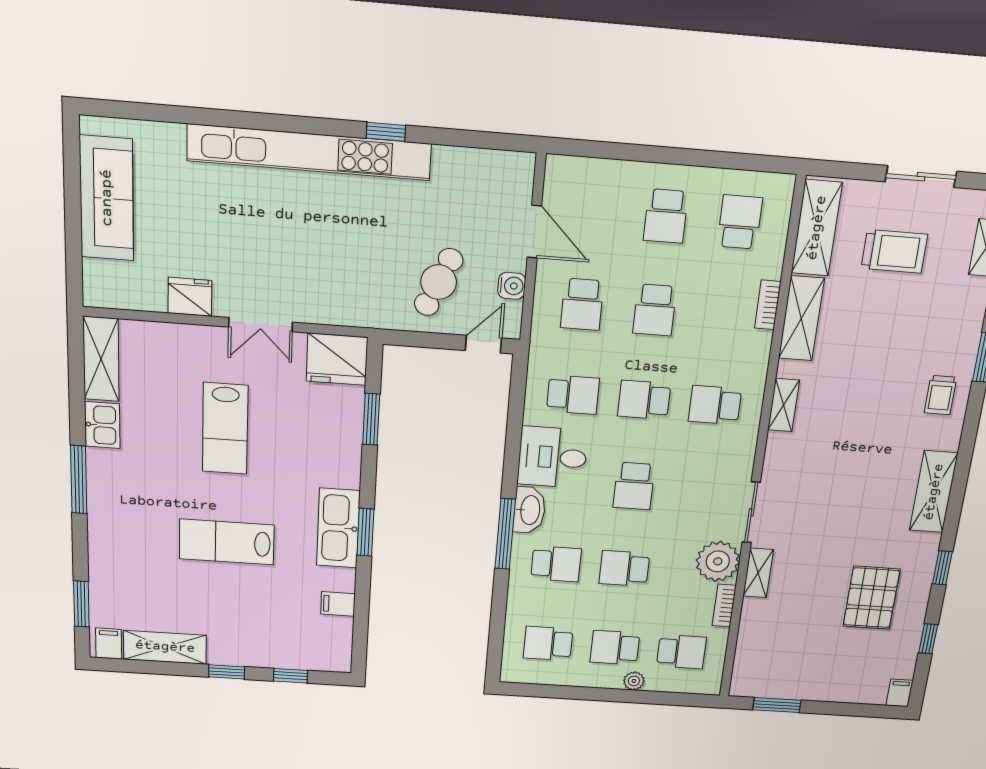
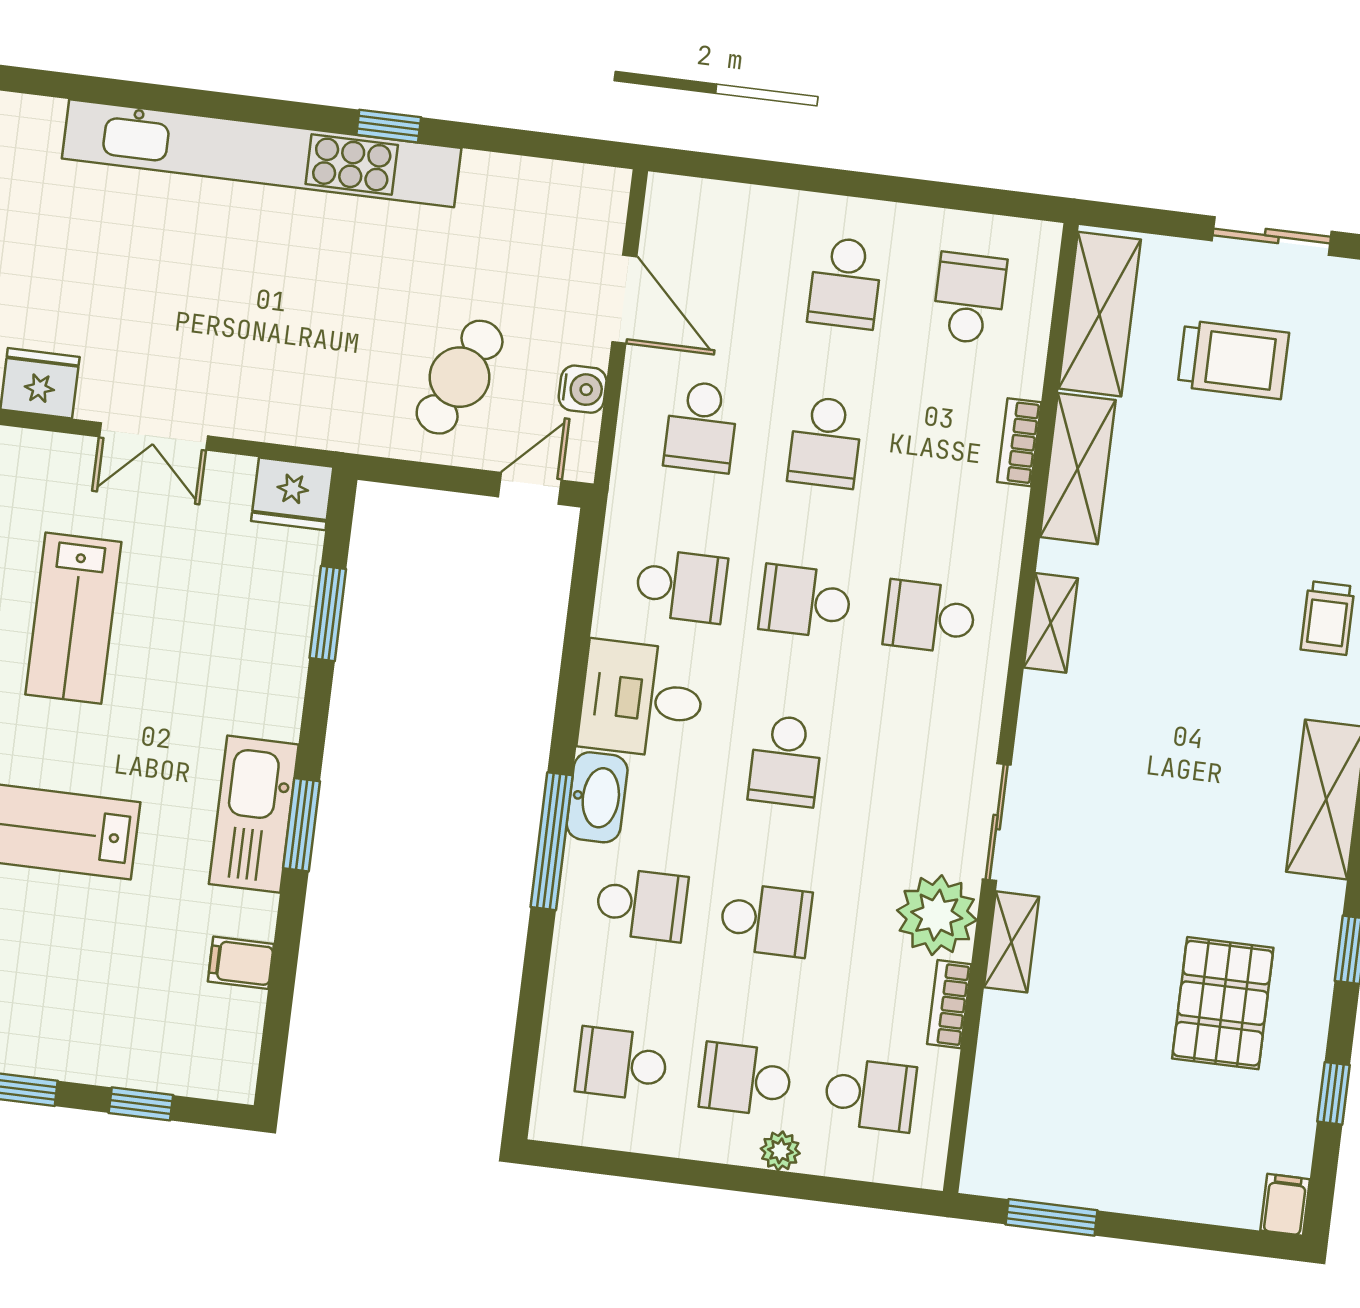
fridge: (337, 359) -> (292, 494), width x0.73, depth x0.75
school desk: (624, 568) -> (766, 920), turned 180

